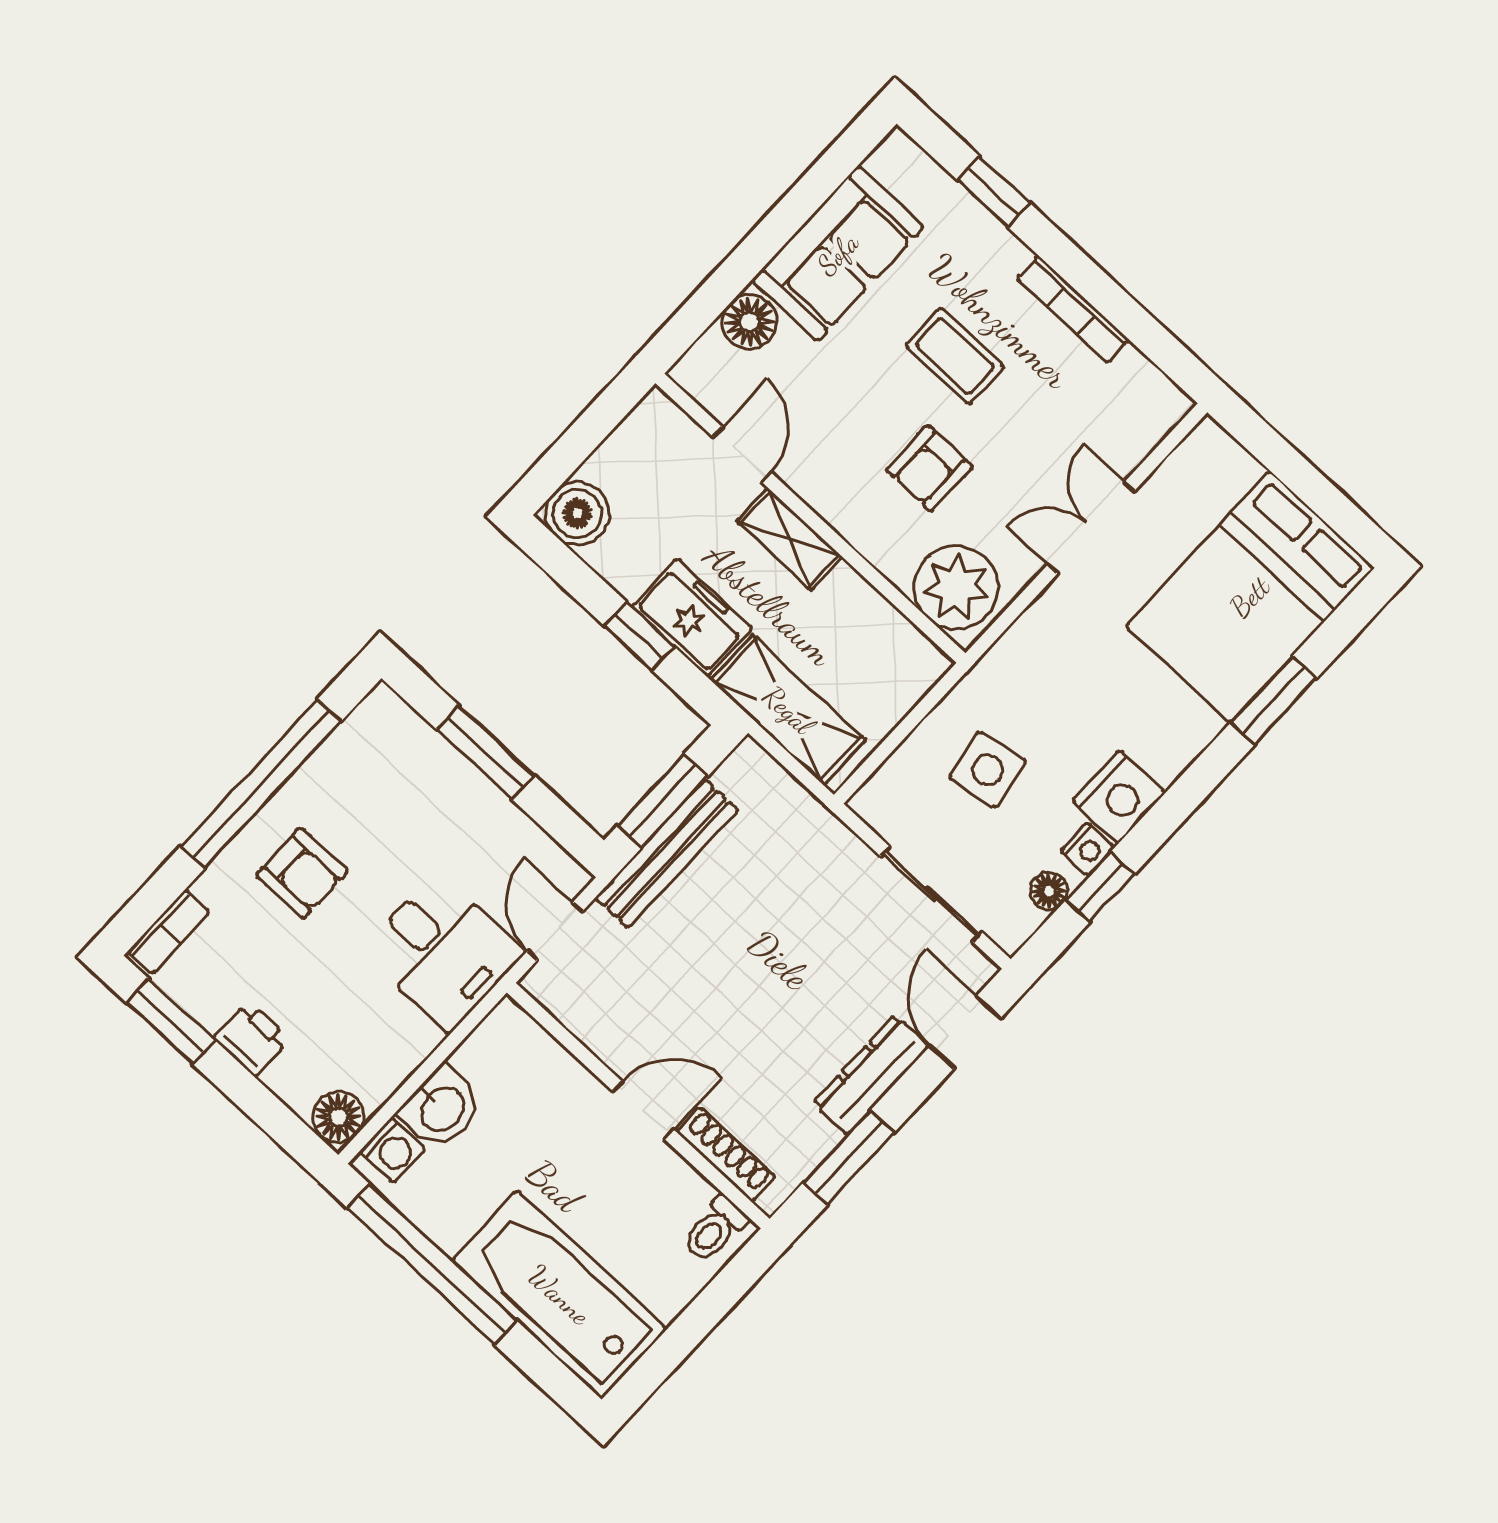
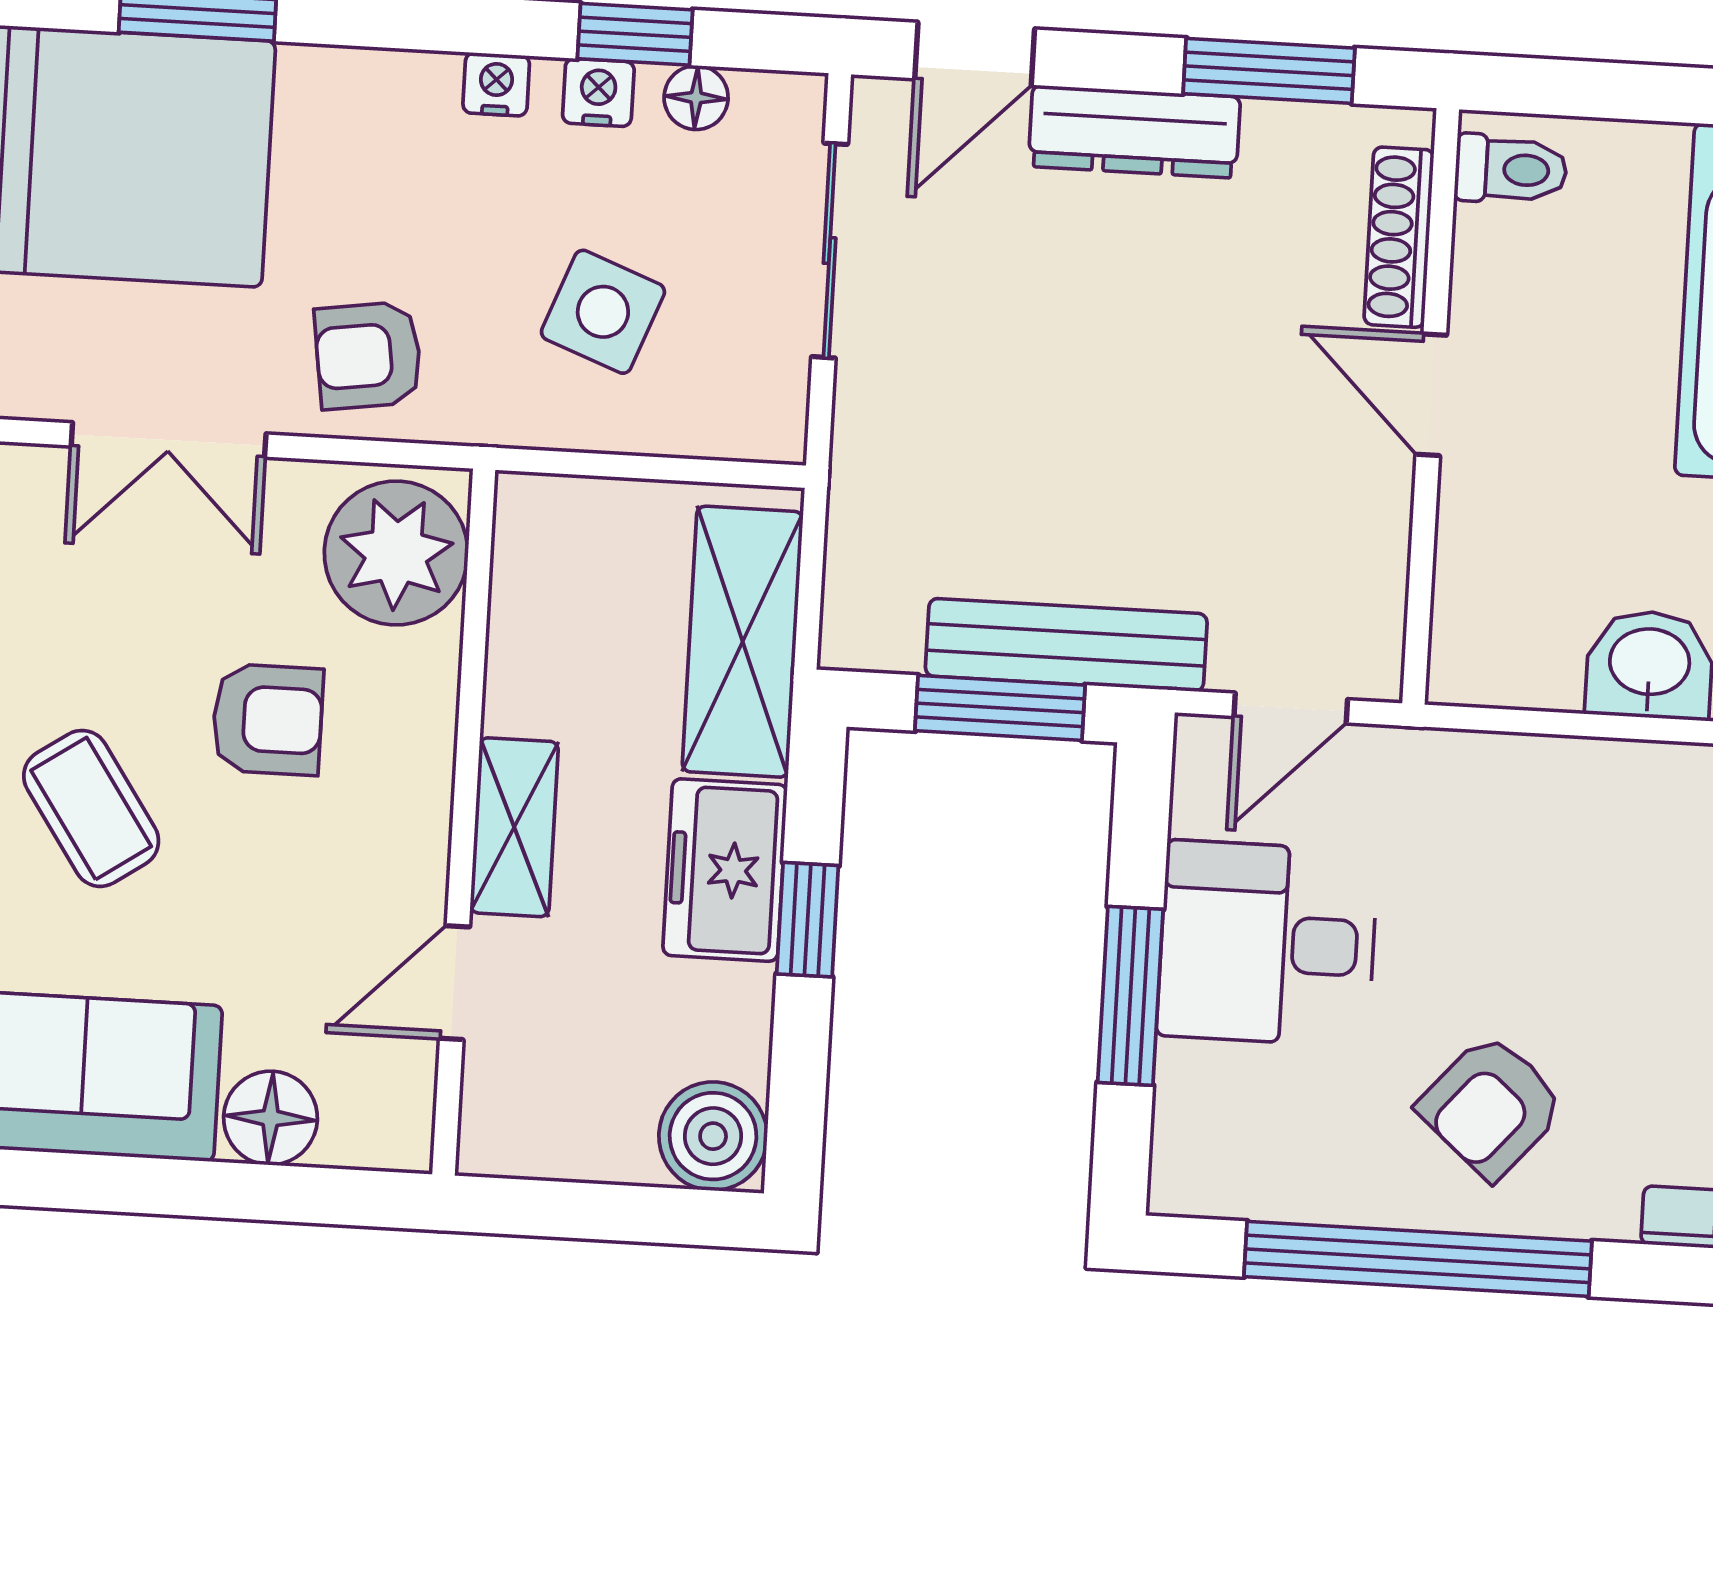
coffee table: (955, 356) -> (91, 808), turned -34
armchair: (1055, 648) -> (368, 355), added
side table: (988, 770) -> (603, 312), turned 31
nightstand: (1119, 797) -> (496, 84), width x0.53, depth x0.56
armchair: (302, 873) -> (1491, 1106), turned -139
desk: (443, 952) -> (1267, 943), moved, turned -90

